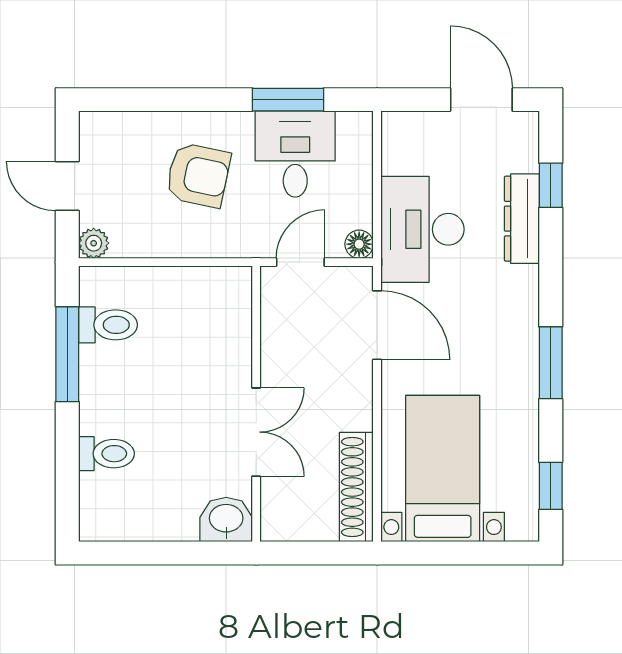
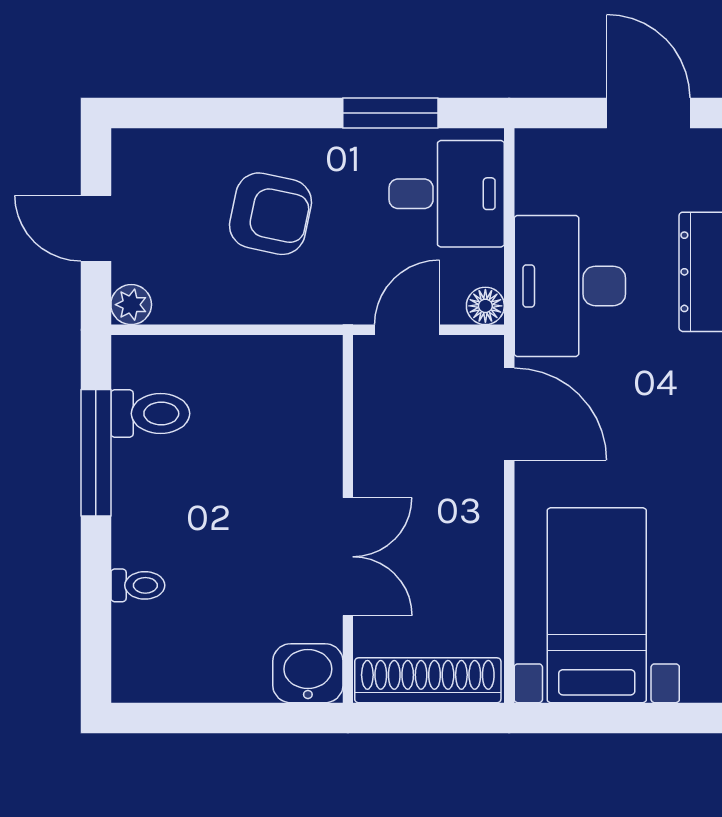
desk: (295, 154) -> (447, 194), moved, turned 90
toilet: (106, 454) -> (138, 585), width x0.73, depth x0.72
shoe rack: (356, 487) -> (428, 680), moved, turned 90

